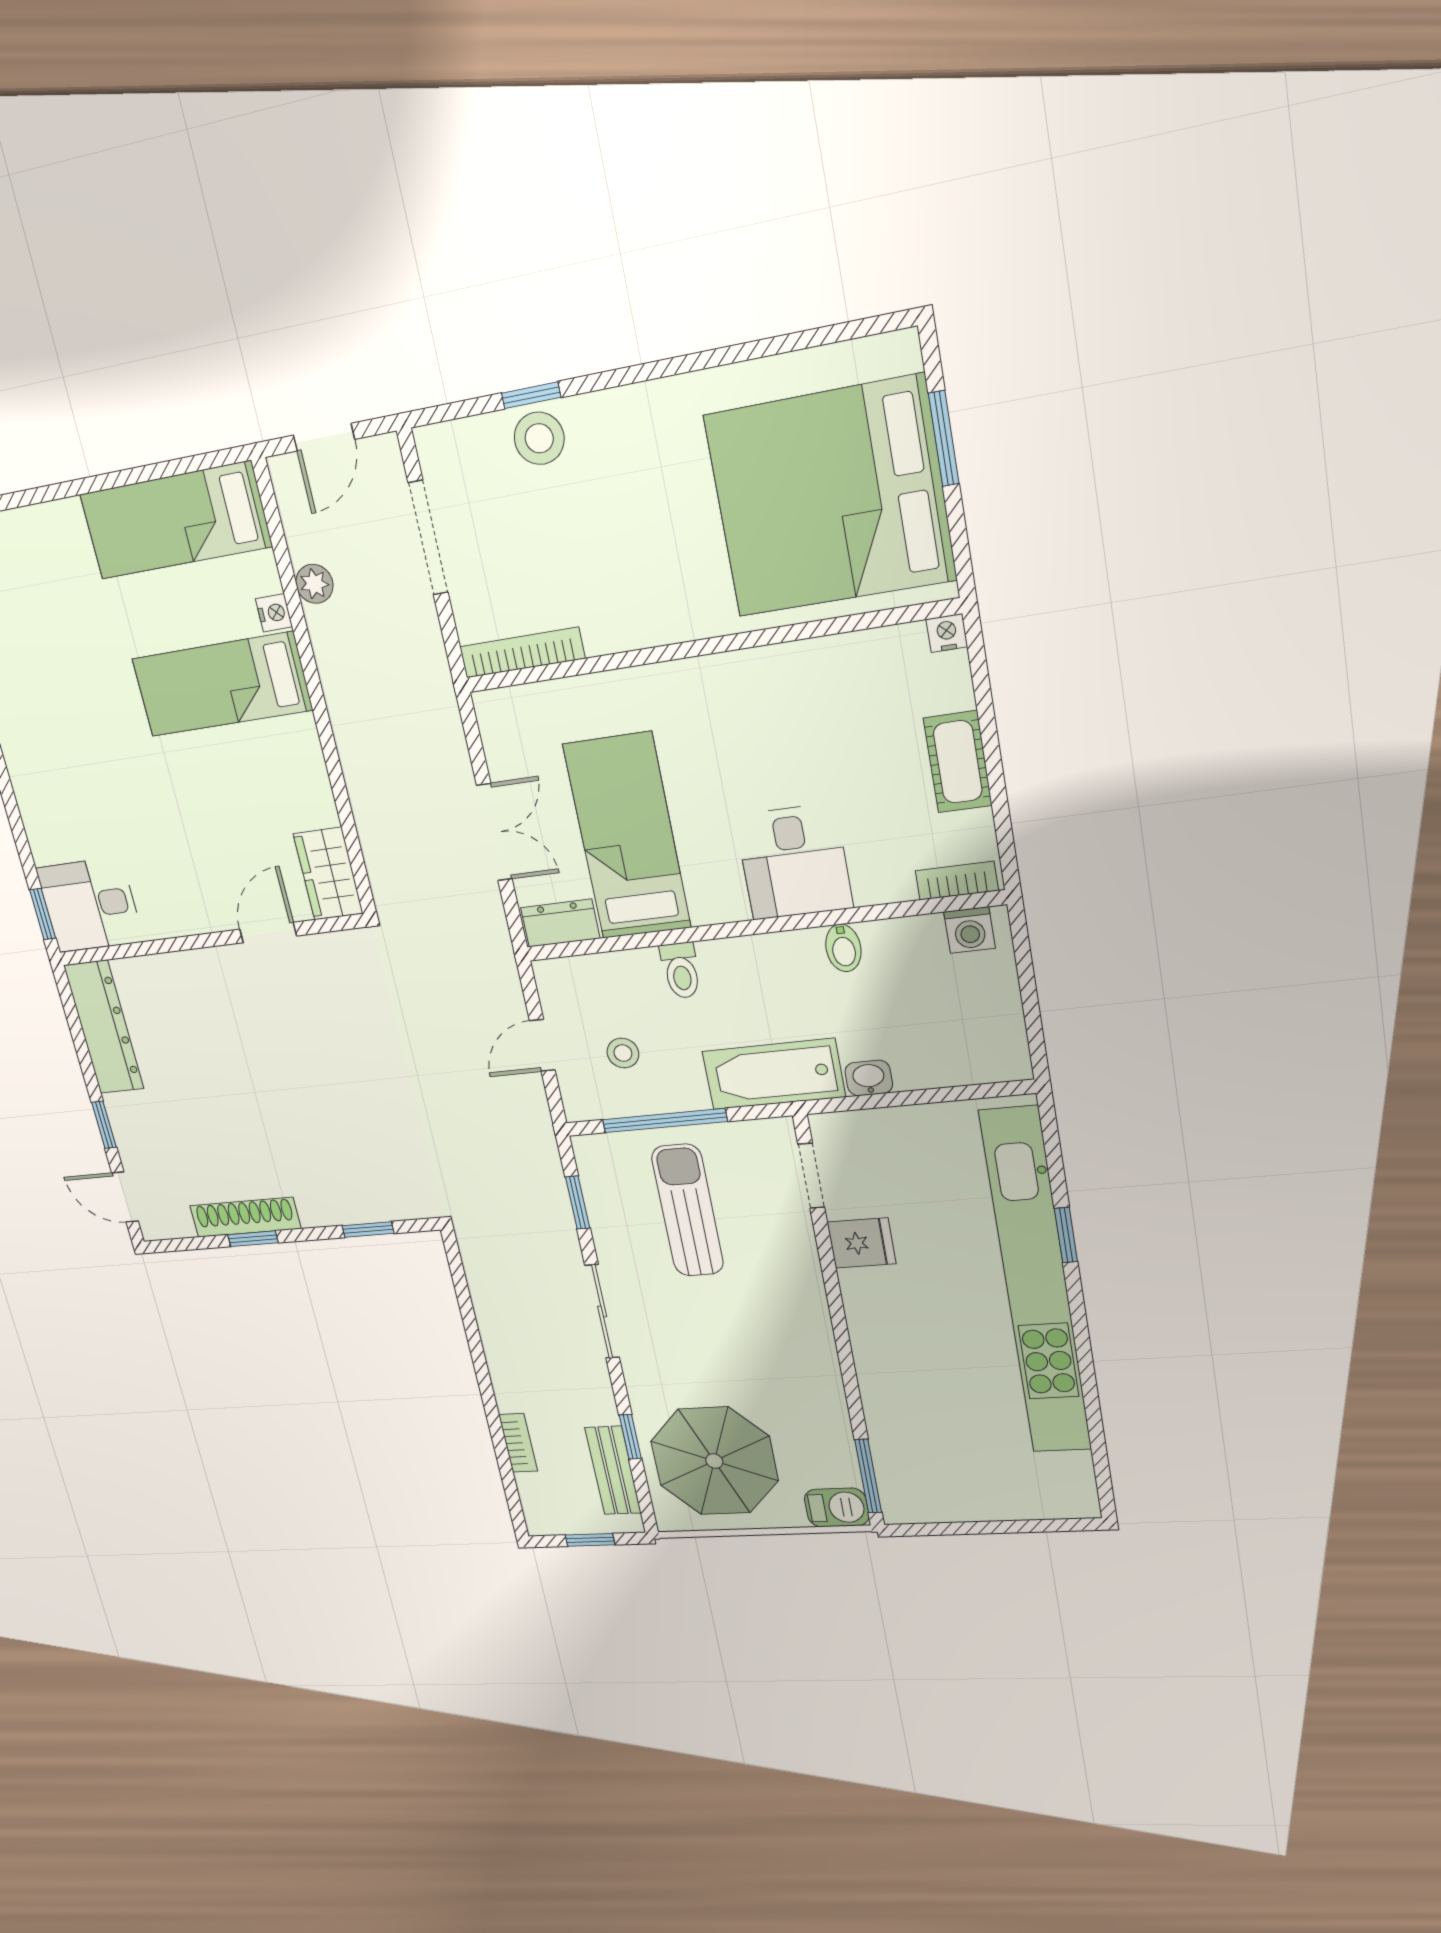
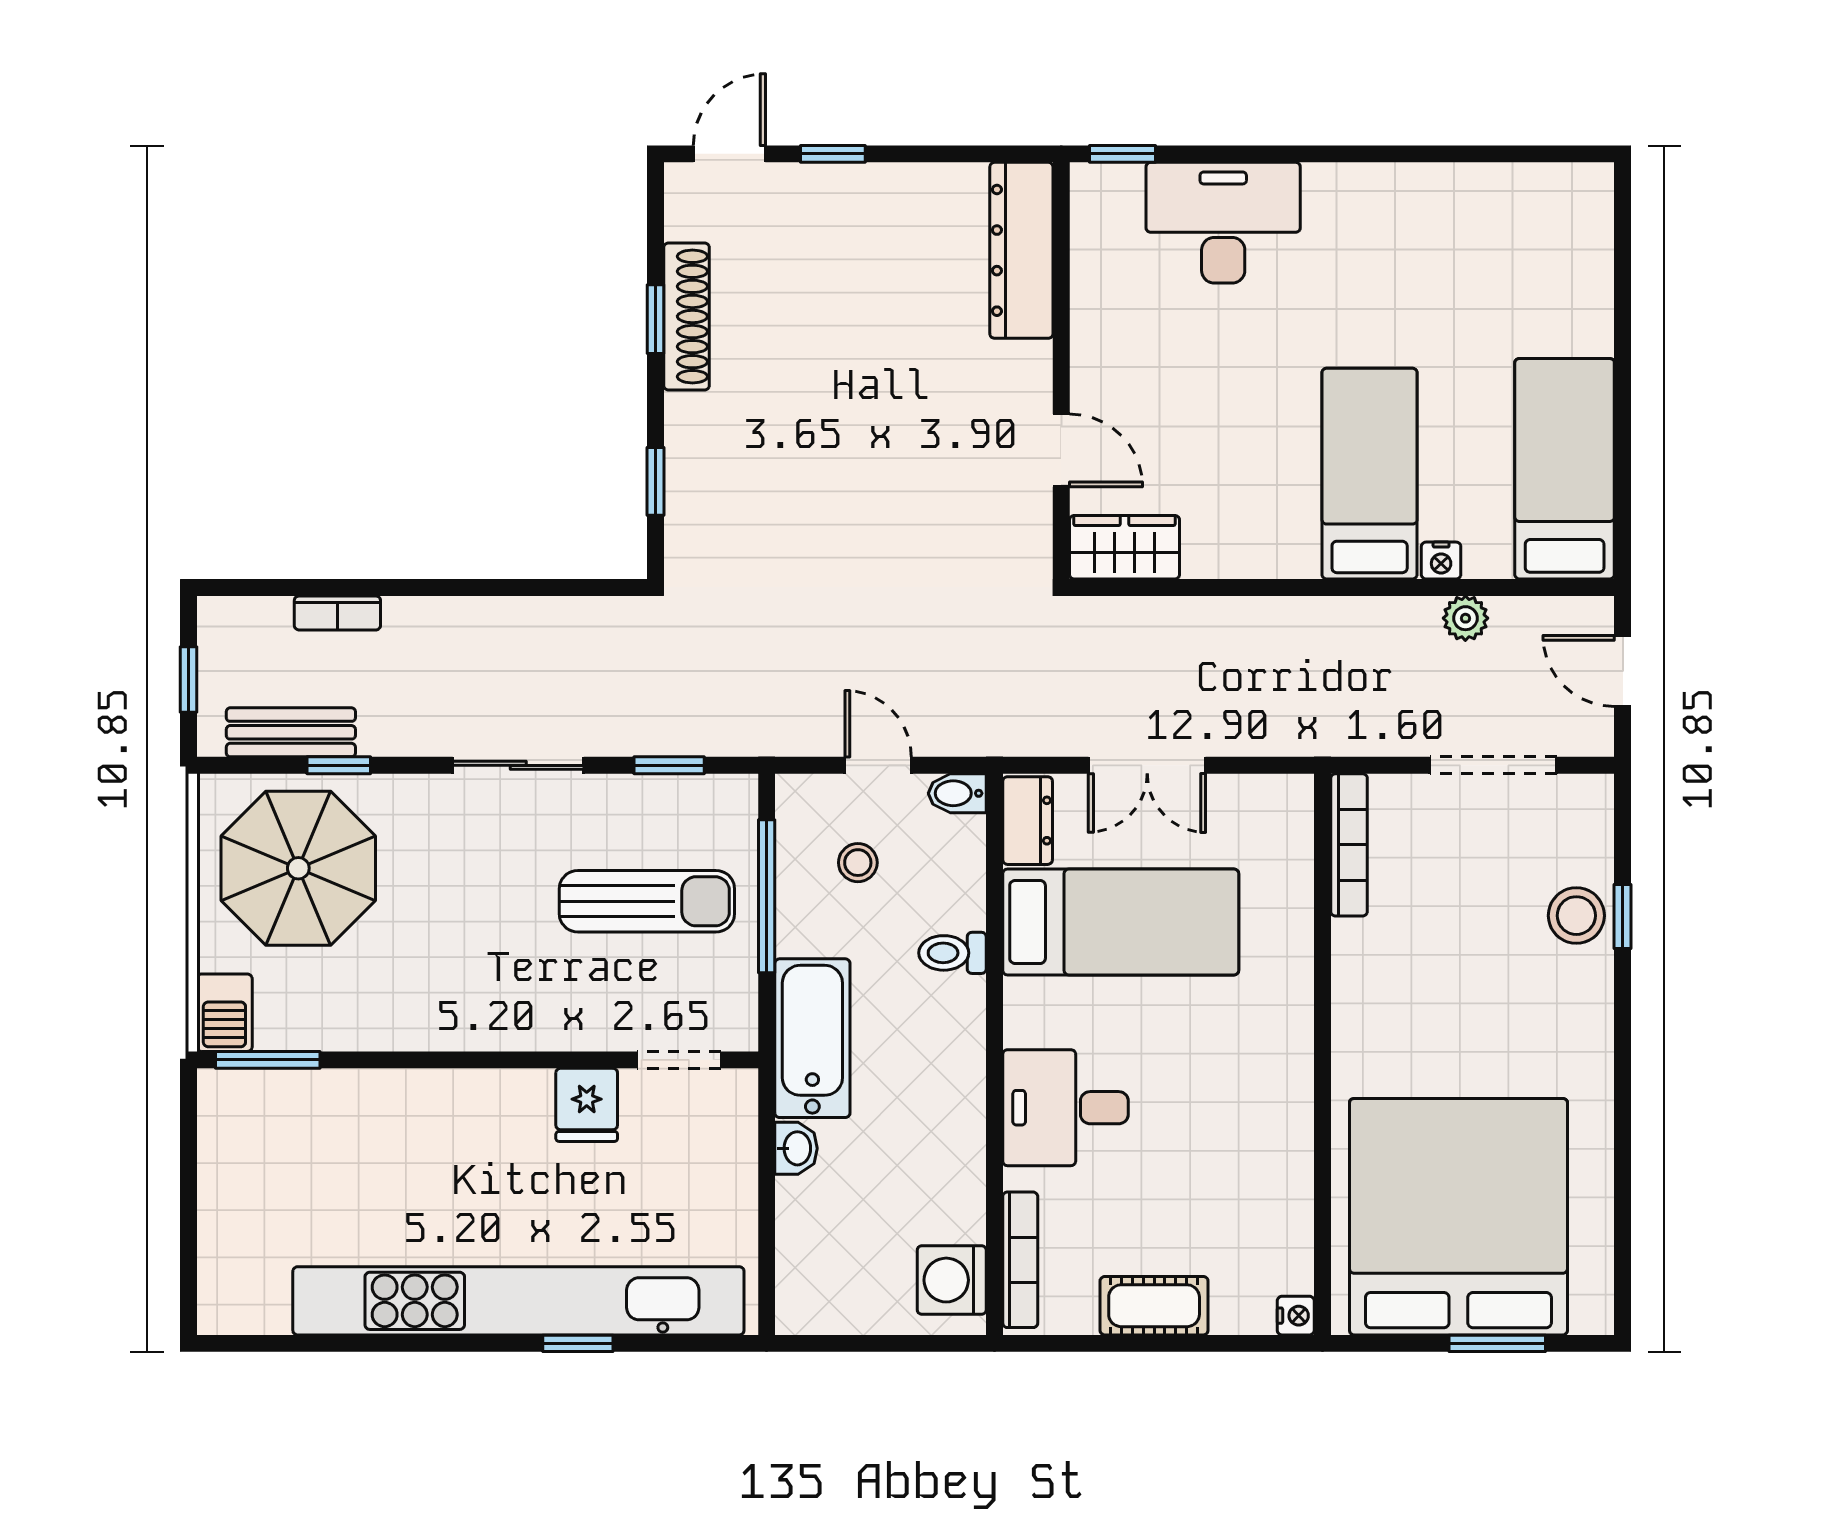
bookcase: (957, 881) -> (1020, 1260), width x1.56
desk: (90, 905) -> (1223, 223), moved, width x1.37
washing machine: (970, 930) -> (952, 1280), width x1.38, depth x1.38
bidet: (843, 948) -> (957, 793), moved
dresser: (104, 1027) -> (1021, 250), moved, turned 90

